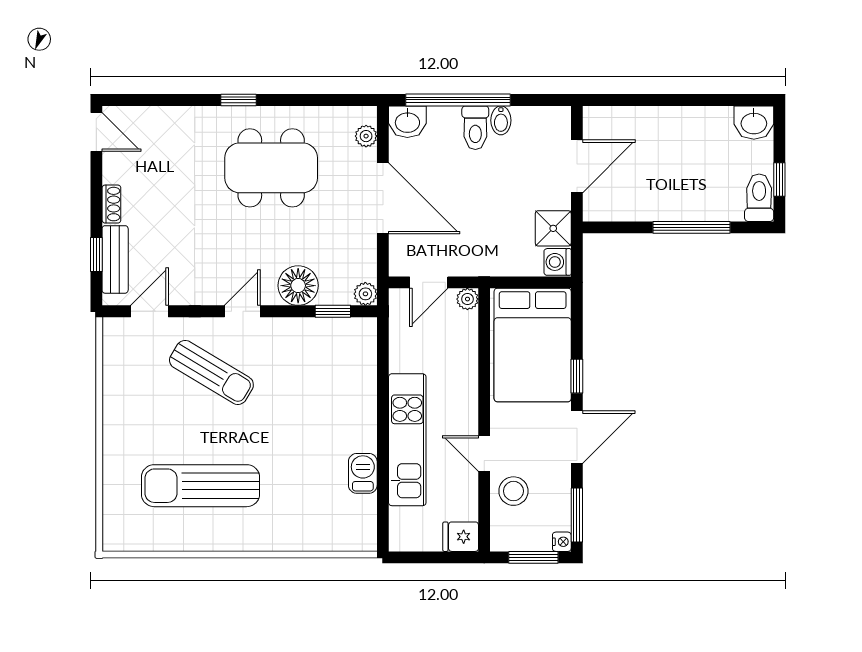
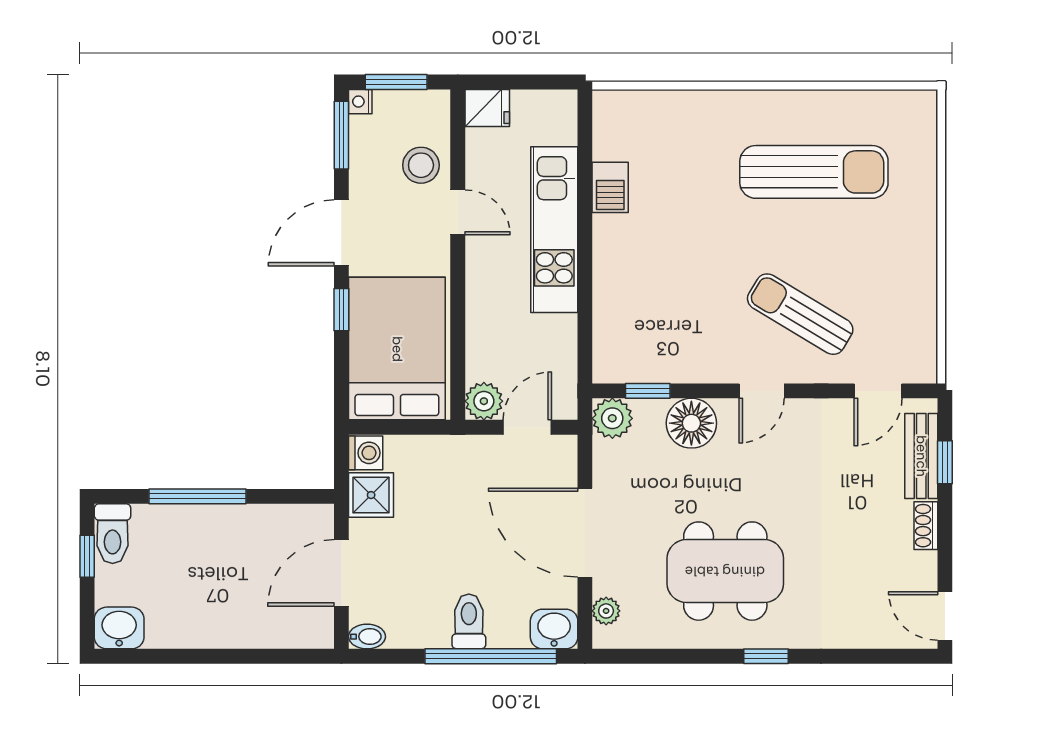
bidet: (501, 120) -> (367, 637), moved, turned 90
plant: (365, 294) -> (612, 418), width x1.38, depth x1.38
plant: (467, 299) -> (484, 401), width x1.38, depth x1.38

